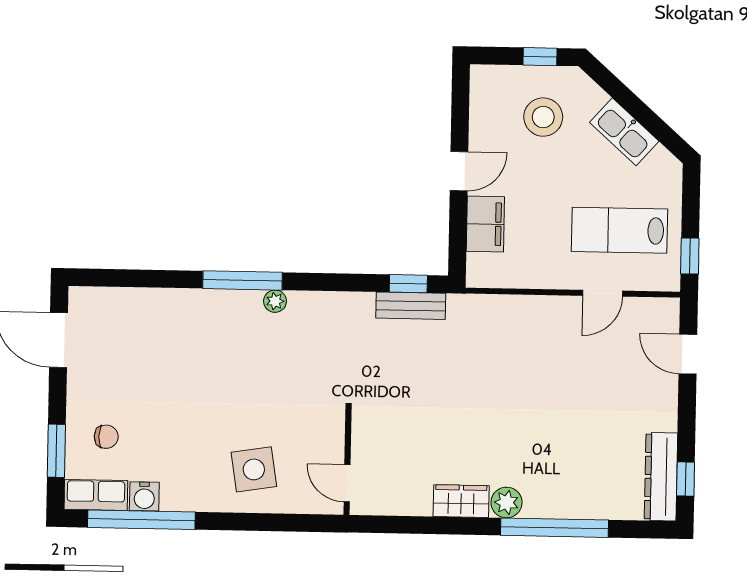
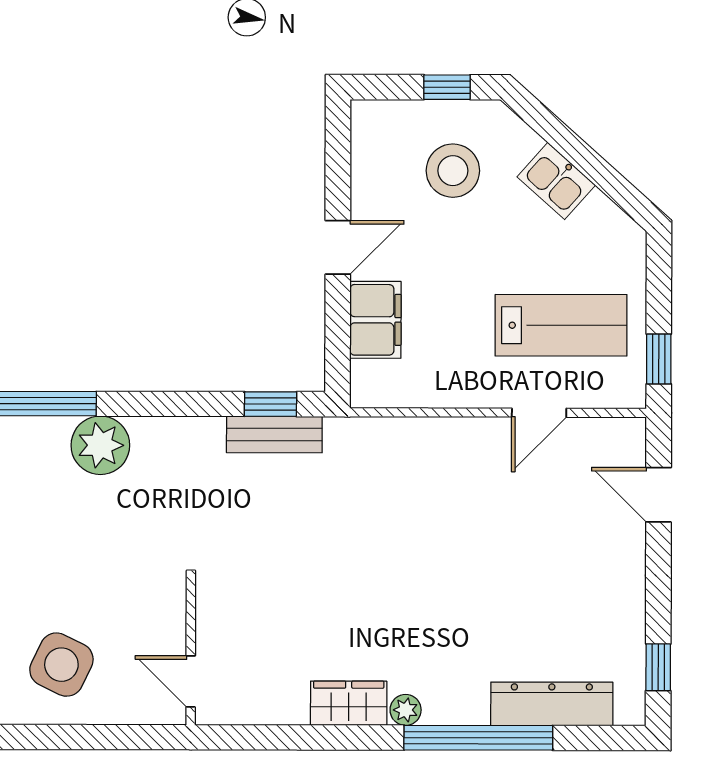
kitchen sink: (624, 132) -> (556, 181), width x0.73
lab bench: (619, 230) -> (561, 325), turned 180
plant: (275, 301) -> (100, 445), width x1.88, depth x1.88
side table: (254, 469) -> (61, 665), turned 35
dresser: (661, 477) -> (552, 704), moved, turned 90
plant: (506, 502) -> (406, 710), width x0.73, depth x0.73

